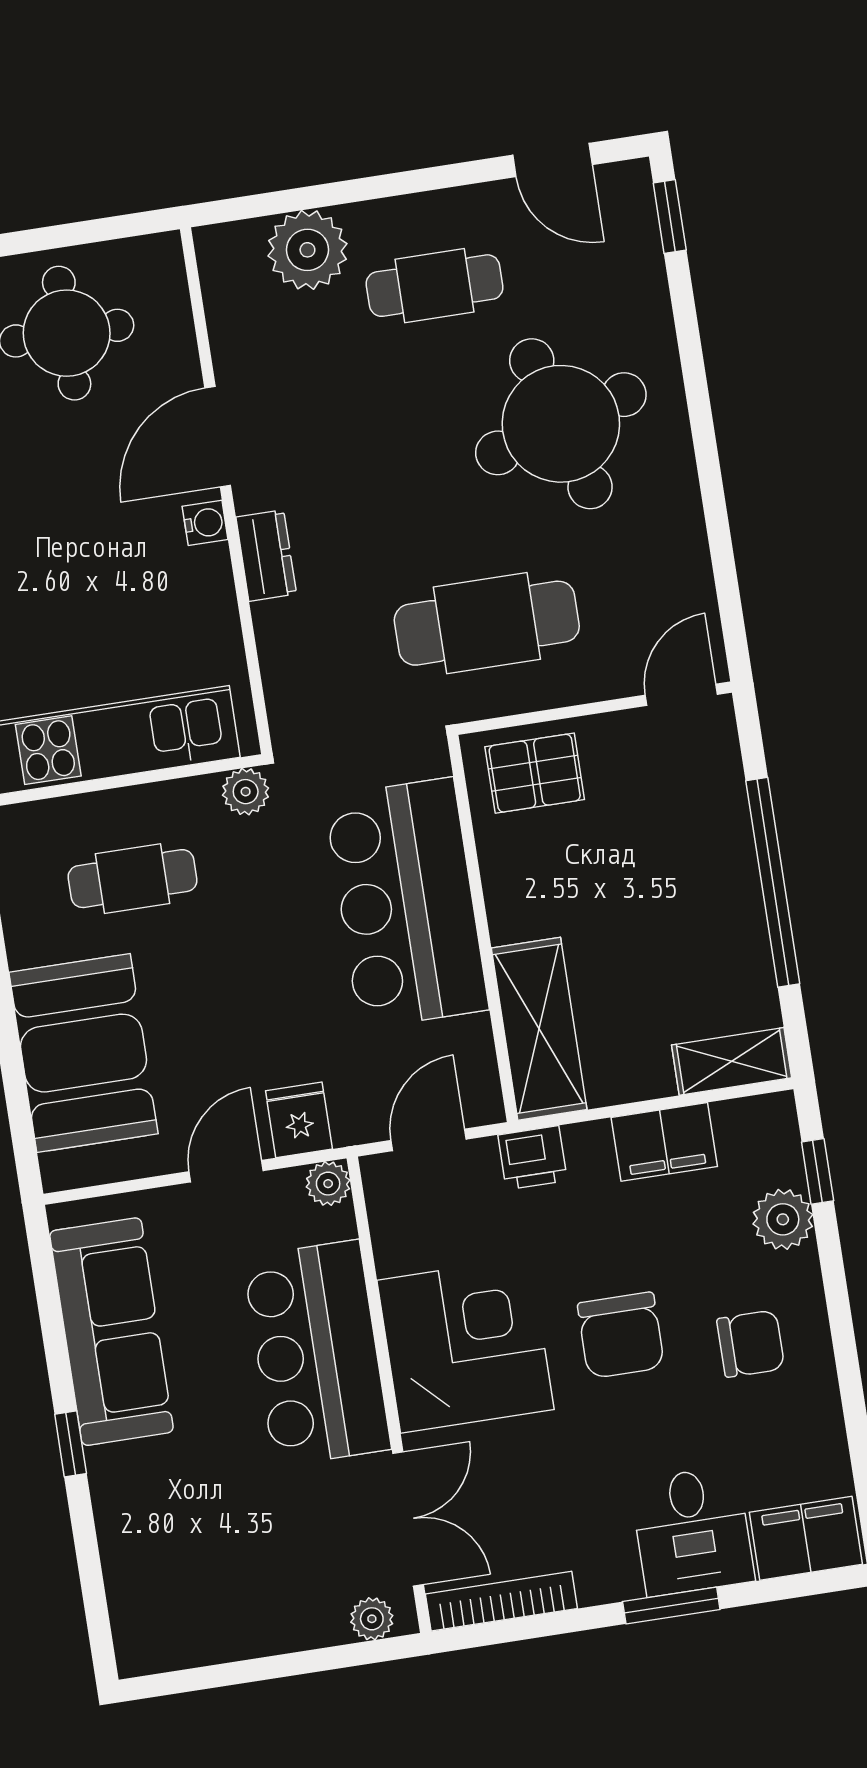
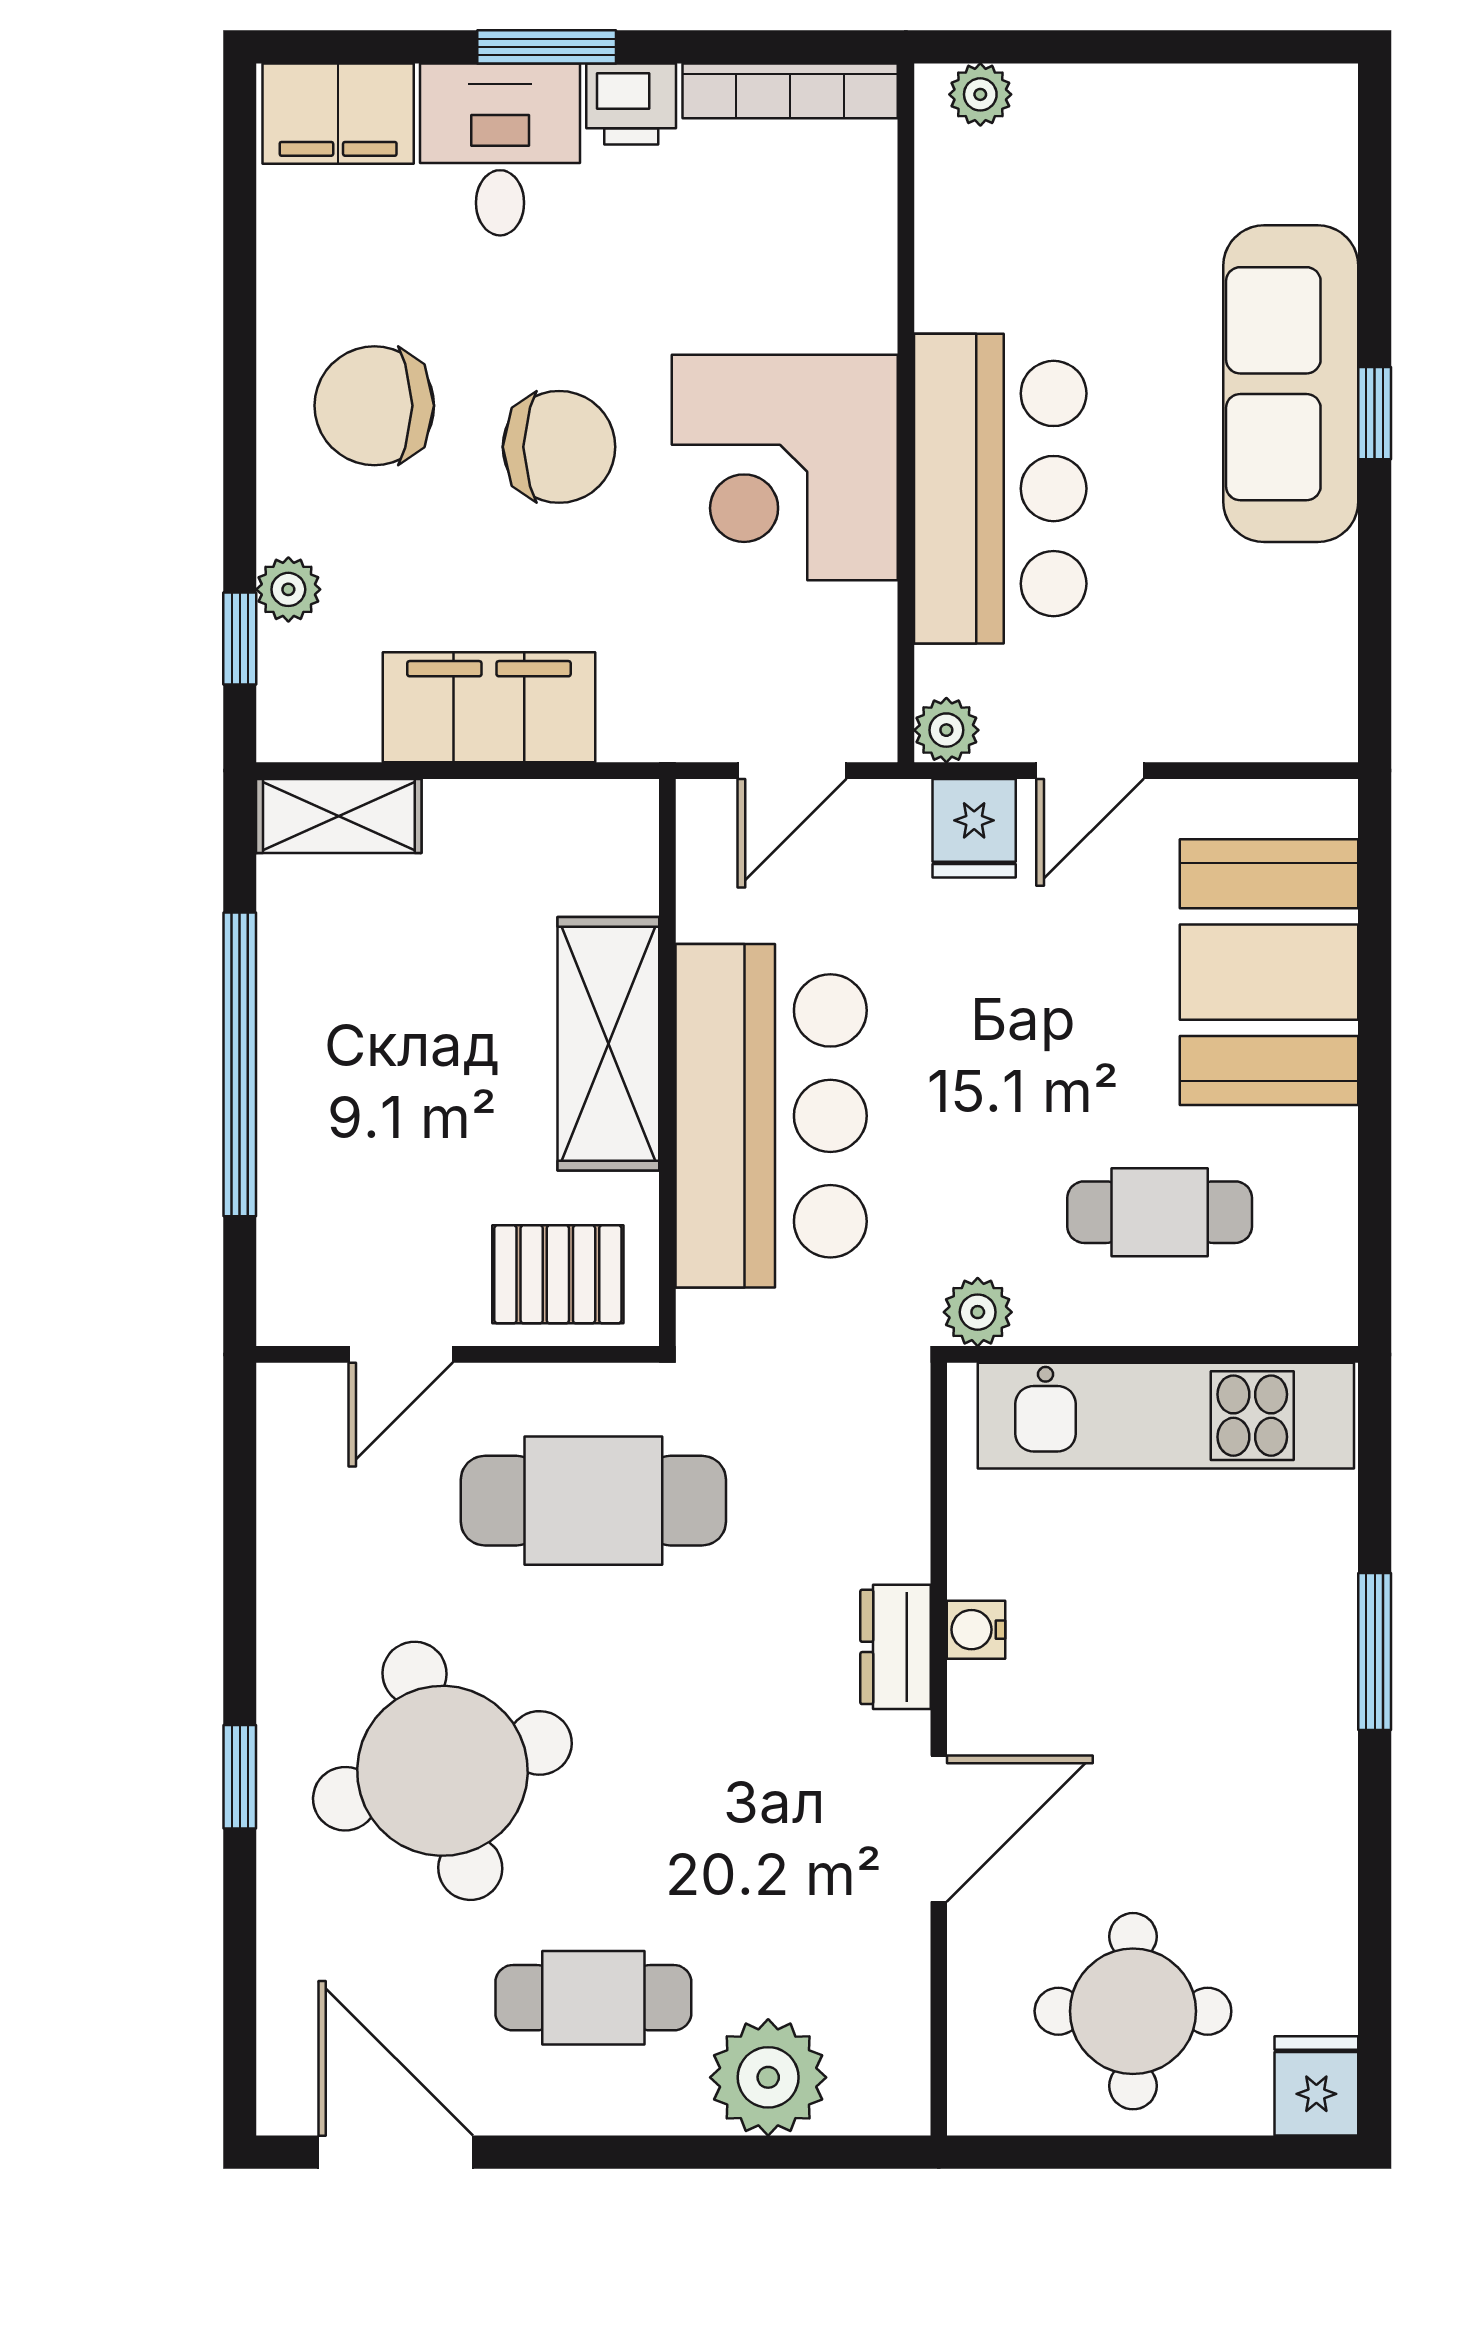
door: (552, 160) -> (396, 2152), width x1.38
window: (670, 217) -> (240, 1777), moved
water cooler: (205, 523) -> (976, 1630), moved
door: (681, 695) -> (401, 1354), moved
shelving: (539, 1029) -> (608, 1044), moved
filing cabinet: (664, 1142) -> (489, 707), width x1.50, depth x1.17
printer: (533, 1158) -> (631, 104), moved, turned 180
plant: (783, 1219) -> (288, 589), width x0.73, depth x0.73
sofa: (111, 1332) -> (1291, 384), moved
chair: (621, 1335) -> (559, 447), turned 90
chair: (751, 1344) -> (374, 406), width x1.37, depth x1.37
double door: (408, 1519) -> (906, 230), removed

